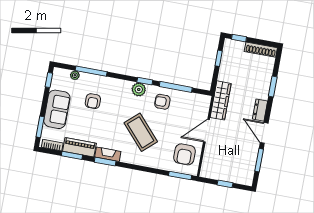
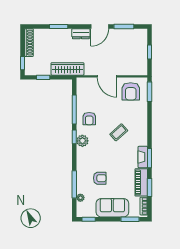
wardrobe: (221, 100) -> (67, 69), moved
coffee table: (141, 132) -> (119, 132), width x0.54, depth x0.58
armchair: (185, 154) -> (131, 91), turned 90

